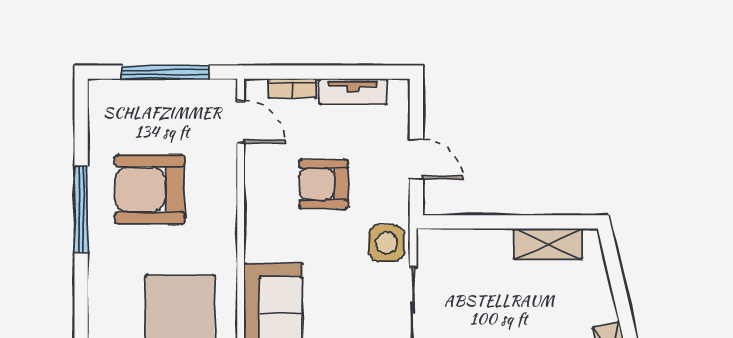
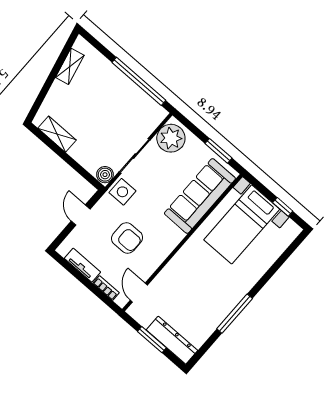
window: (165, 72) -> (152, 340), width x0.69
dresser: (136, 96) -> (172, 340), added
armchair: (150, 189) -> (200, 298), removed
boiler: (432, 246) -> (105, 175), added

